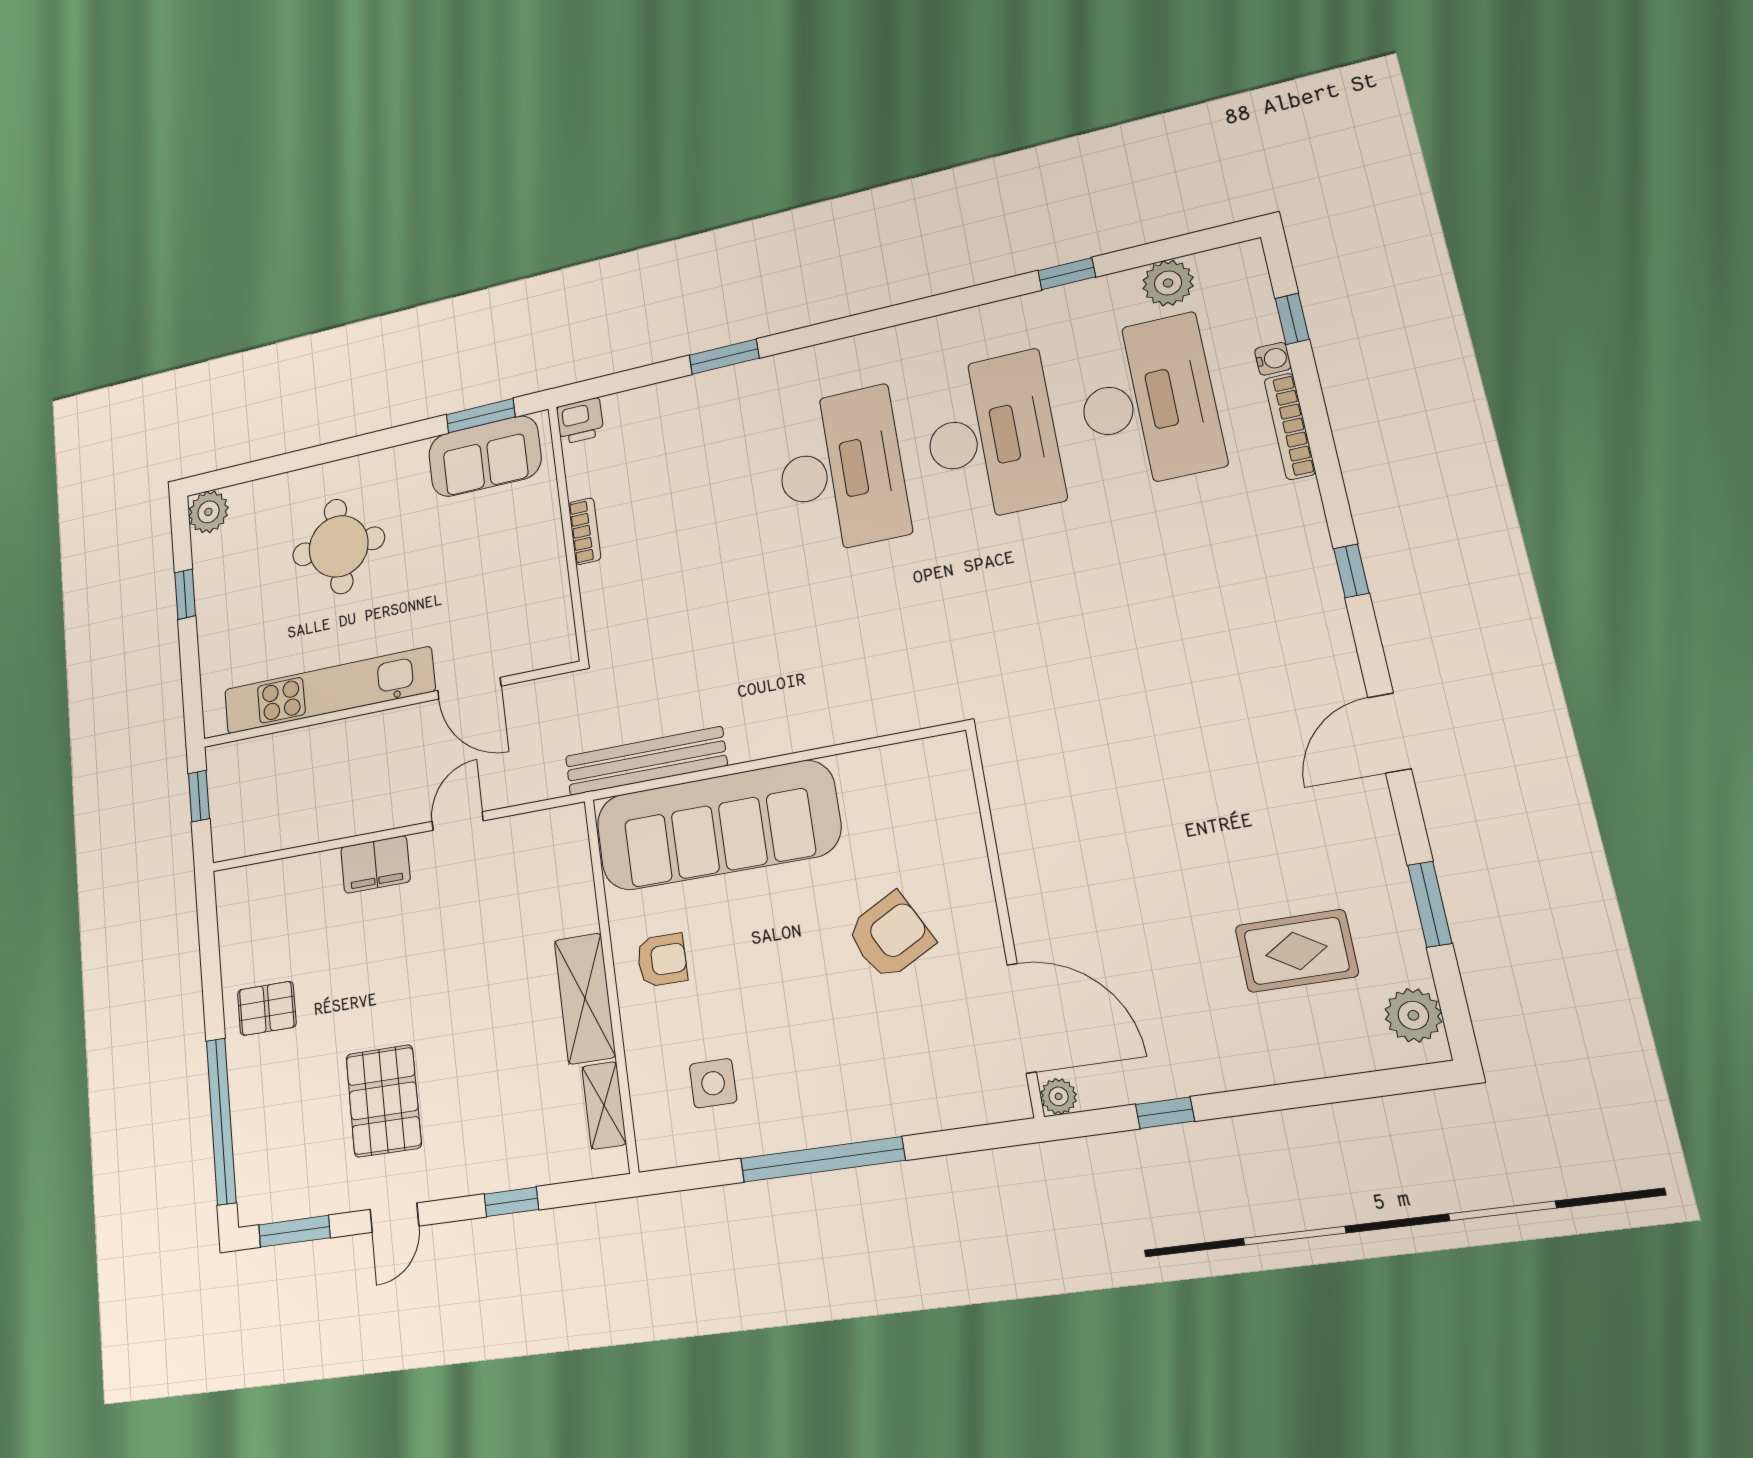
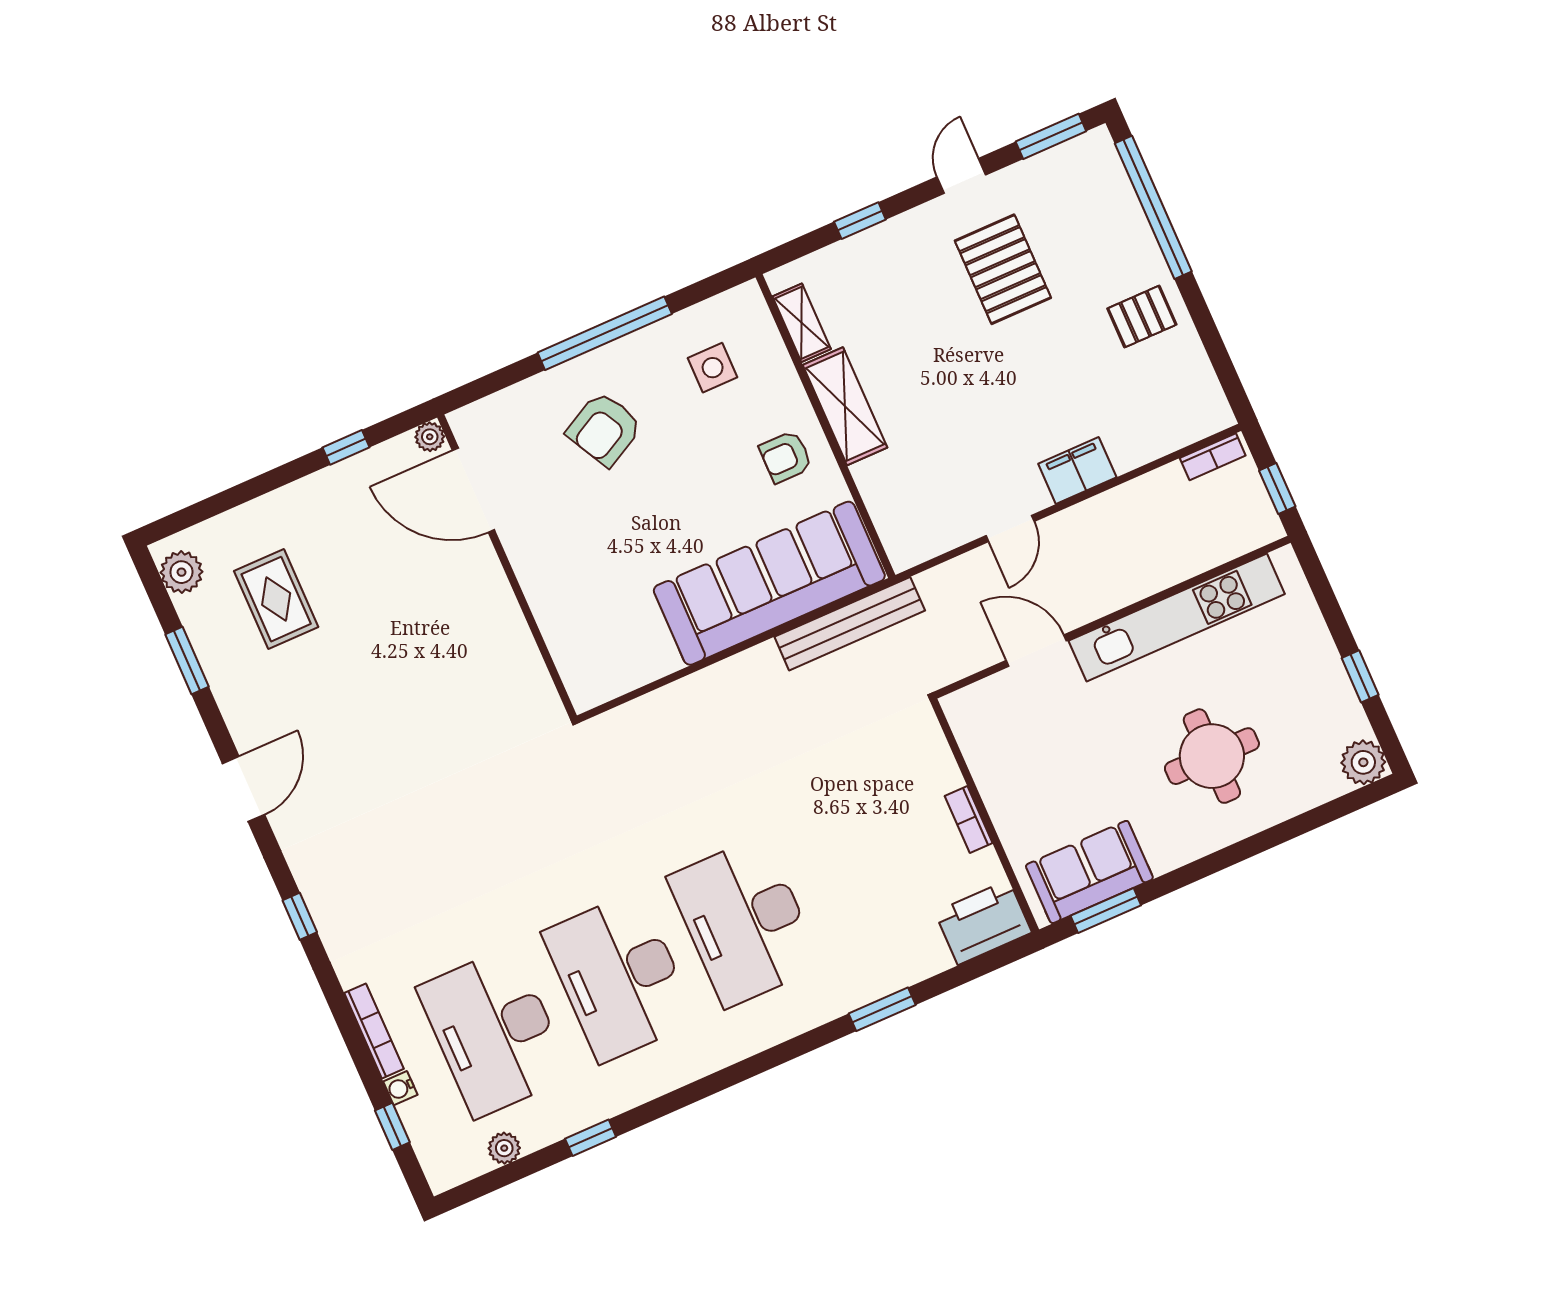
plant: (1168, 283) -> (504, 1148), width x0.73, depth x0.73
printer: (580, 421) -> (983, 922), width x1.87, depth x1.48
bookcase: (246, 844) -> (1213, 457), added
armchair: (890, 936) -> (604, 429), moved
rug: (1296, 951) -> (276, 599), turned 90

